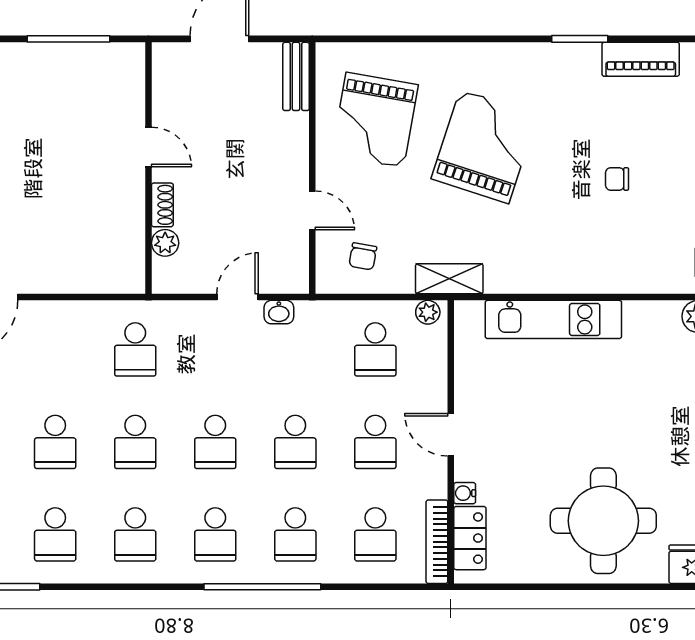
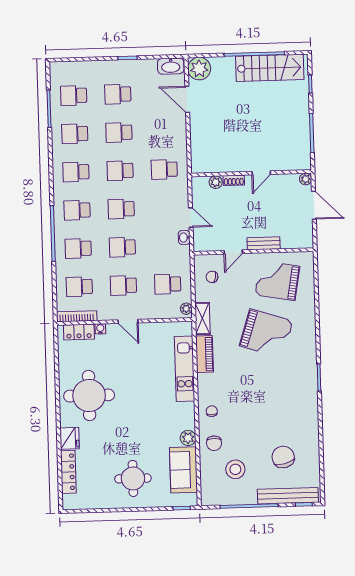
plant: (164, 54) -> (306, 179), added
piano: (641, 59) -> (205, 354), moved, turned 180
bench: (296, 76) -> (264, 243), moved
chair: (617, 179) -> (212, 411), moved
door: (451, 435) -> (128, 321), swing flipped

